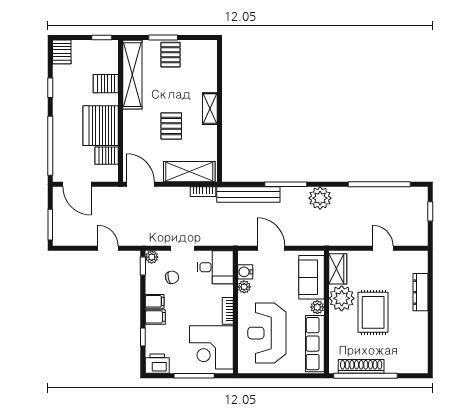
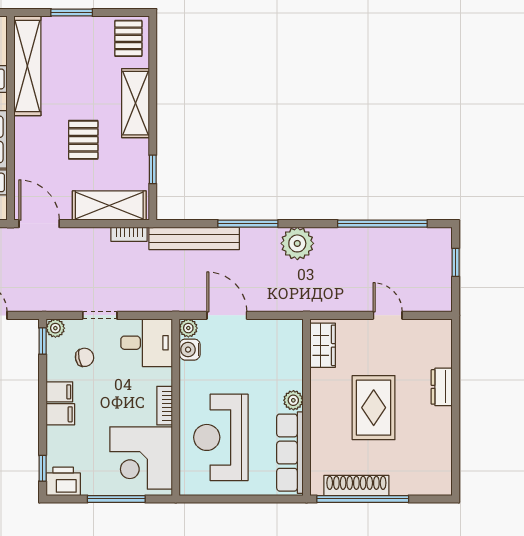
pallet: (170, 55) -> (128, 38), moved
shelving: (210, 109) -> (136, 103), width x1.50, depth x1.33
window: (220, 147) -> (153, 169), added
sofa: (311, 277) -> (285, 357), removed
plant: (244, 287) -> (188, 328), moved
dresser: (420, 292) -> (442, 387), width x0.70
plant: (342, 298) -> (328, 388), removed
window: (143, 337) -> (43, 468), moved

